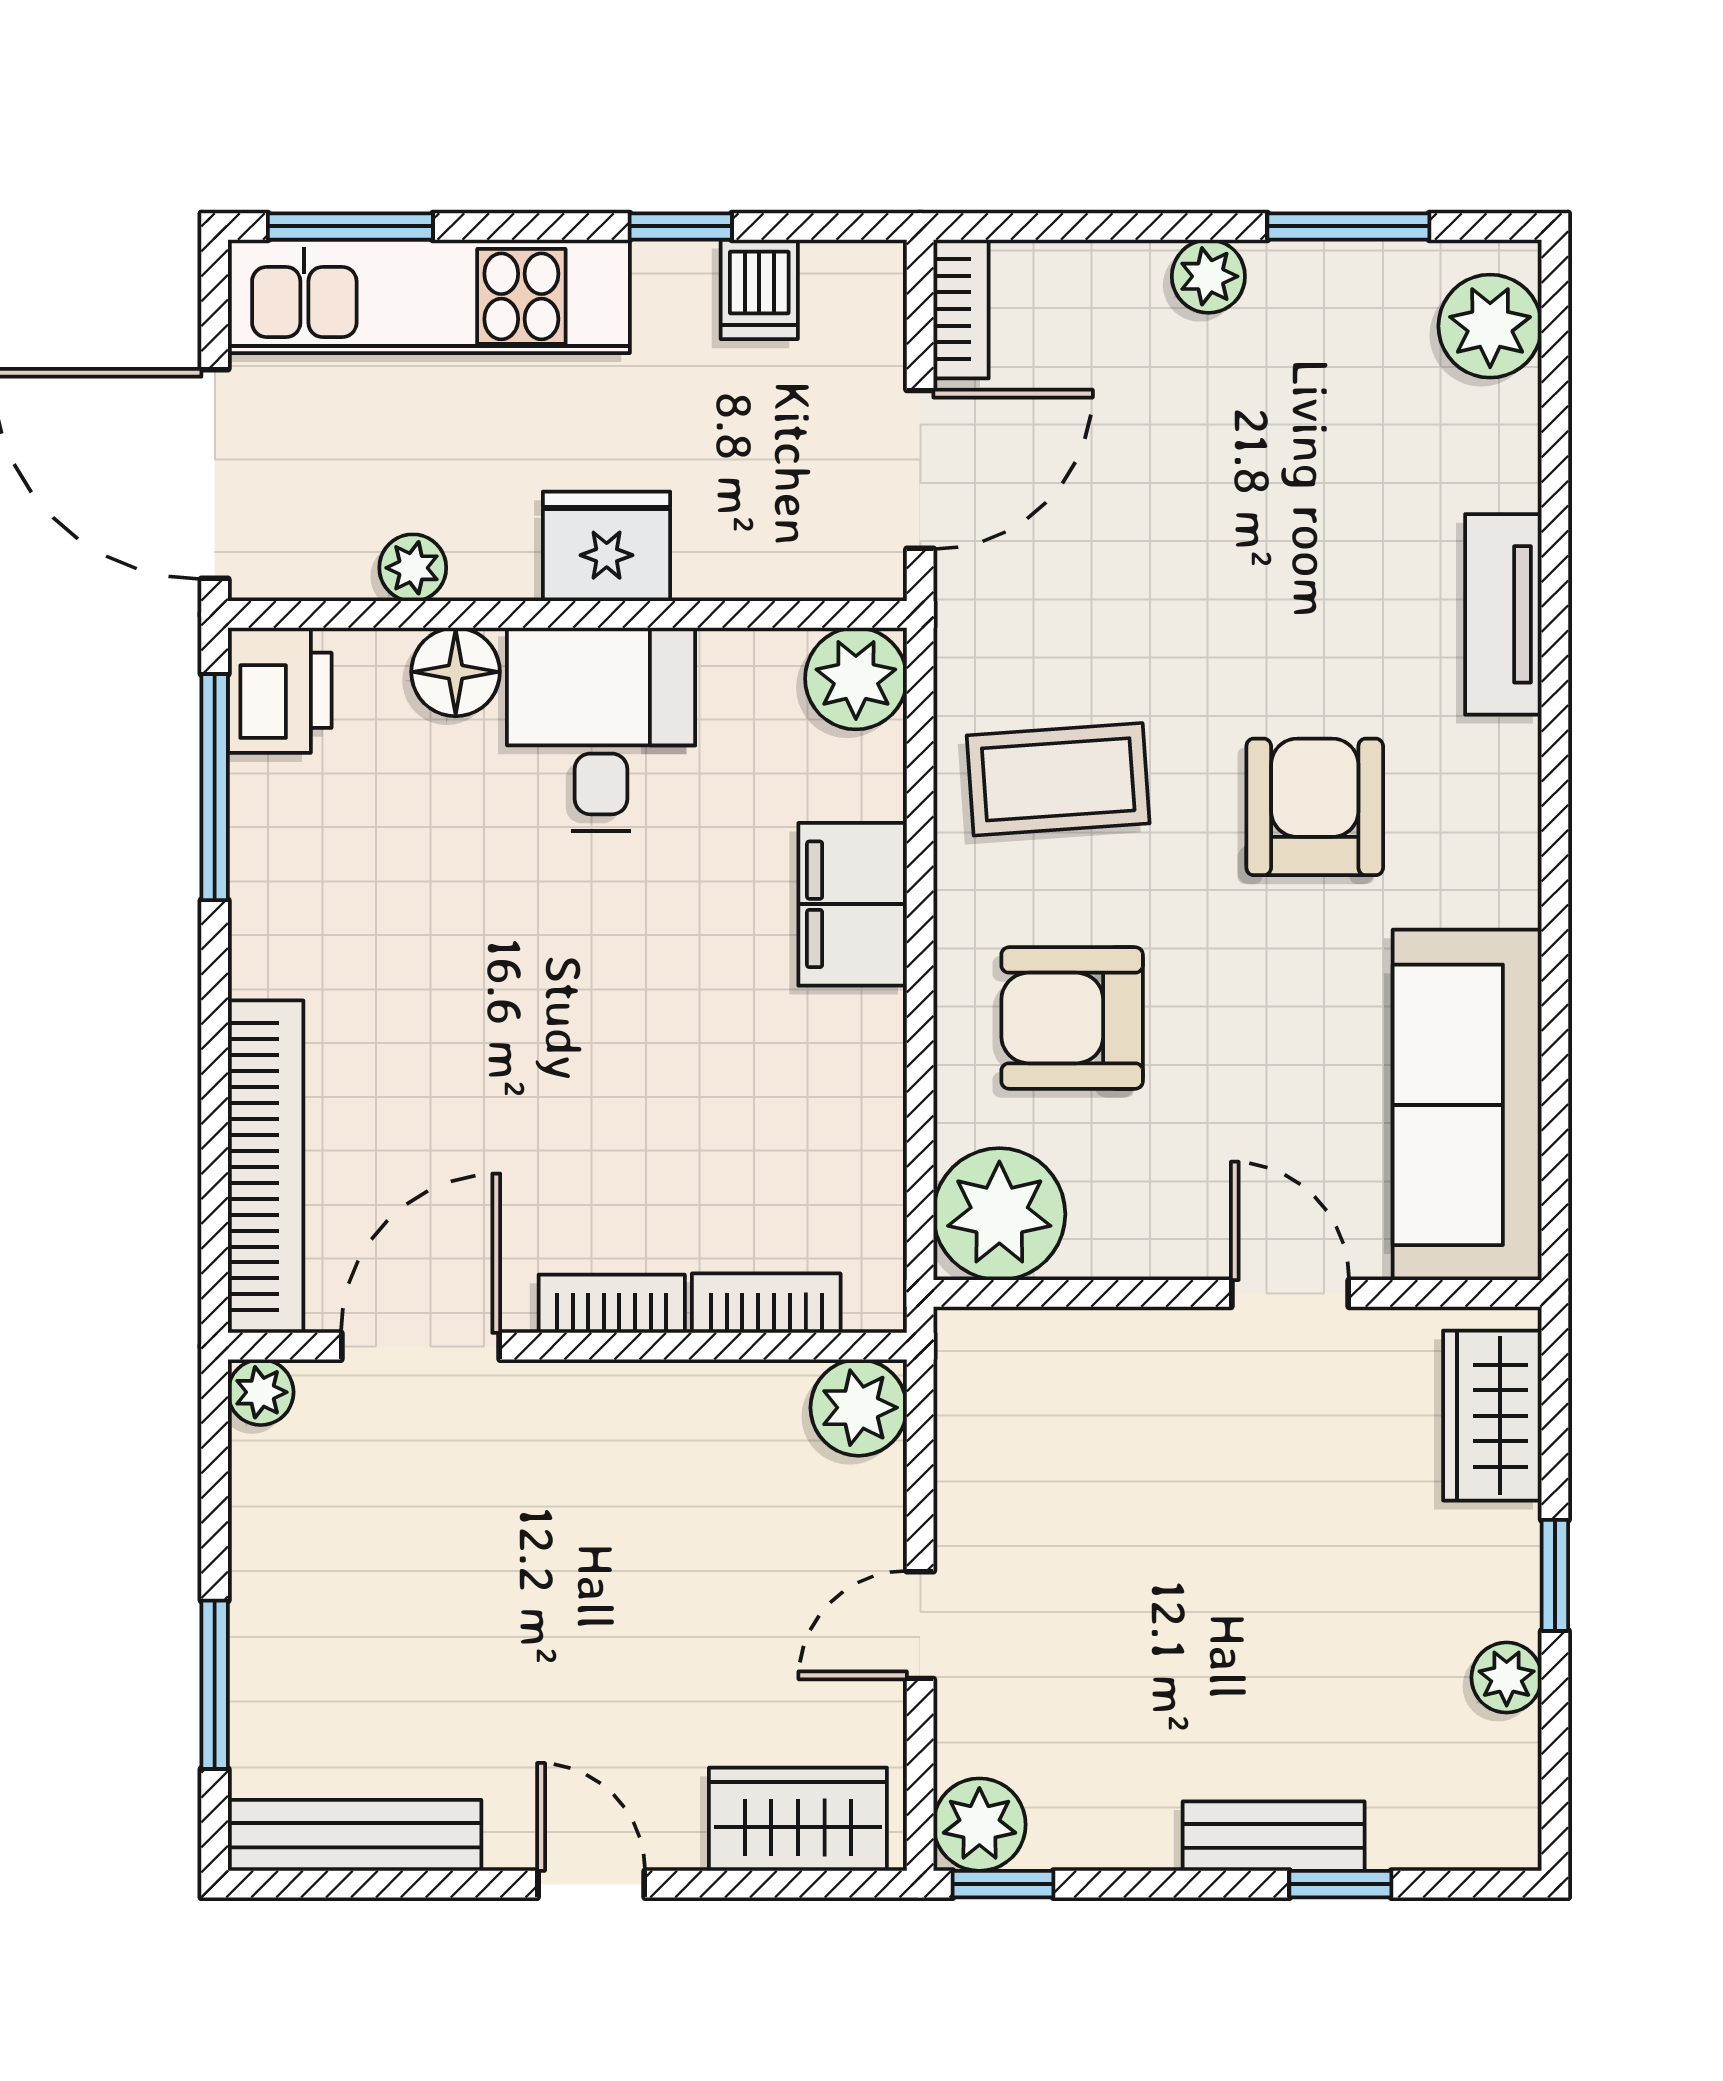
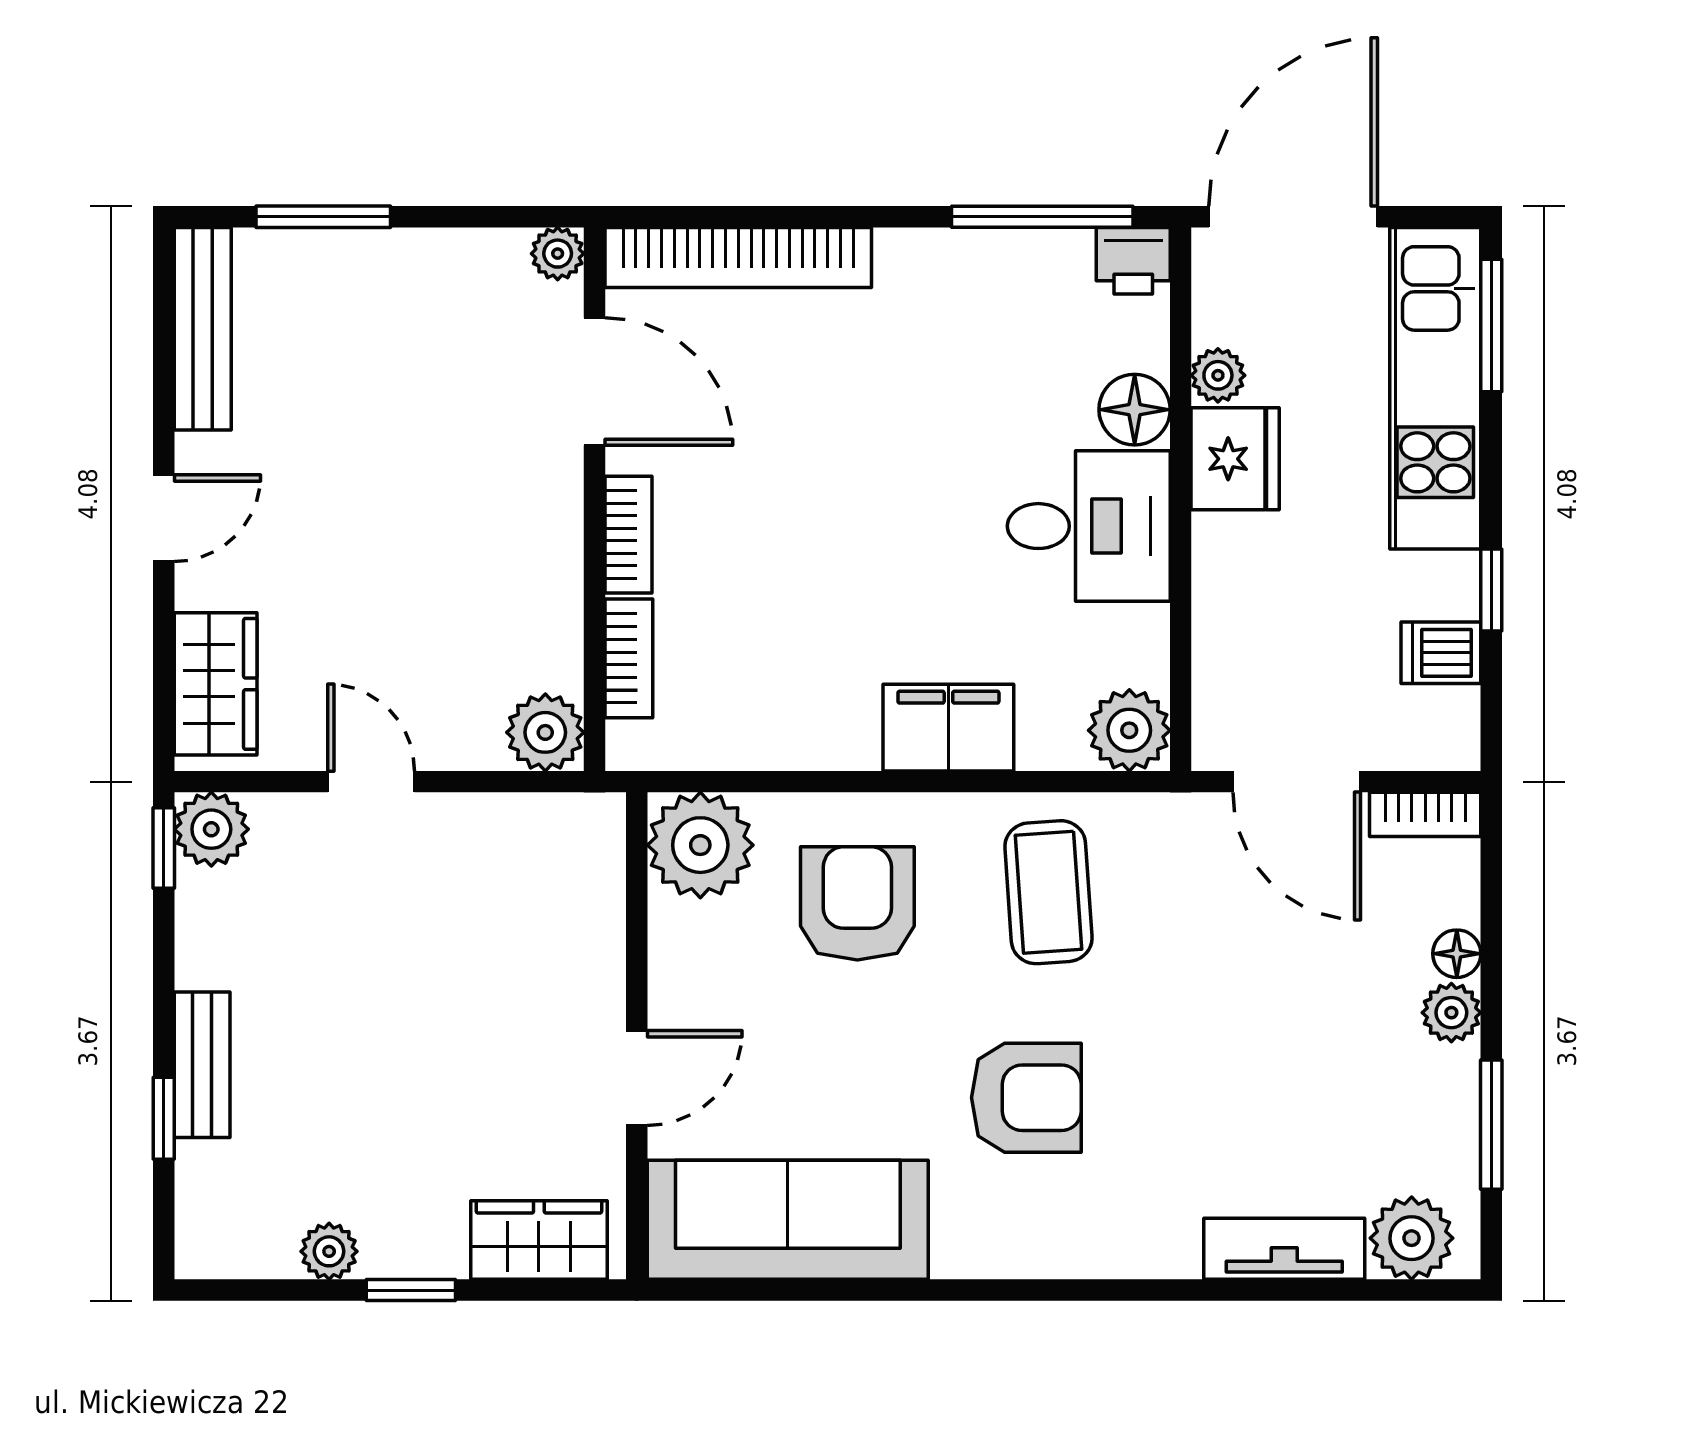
floor lamp: (1135, 270) -> (1457, 954), added
fridge: (607, 546) -> (1235, 459), moved
tv unit: (1503, 614) -> (1284, 1249), moved
printer: (280, 690) -> (1133, 261), width x0.73, depth x0.81

